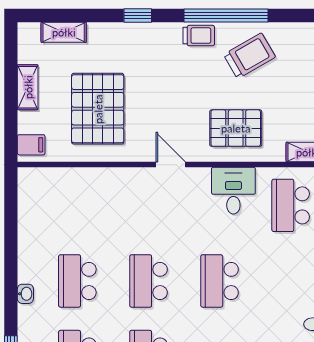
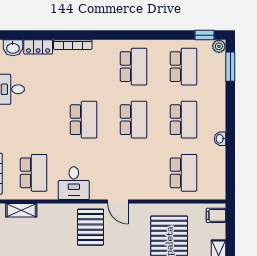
pallet: (236, 128) -> (91, 227), moved, turned 90
school desk: (77, 205) -> (183, 173), added
washbasin: (25, 294) -> (220, 139), moved

